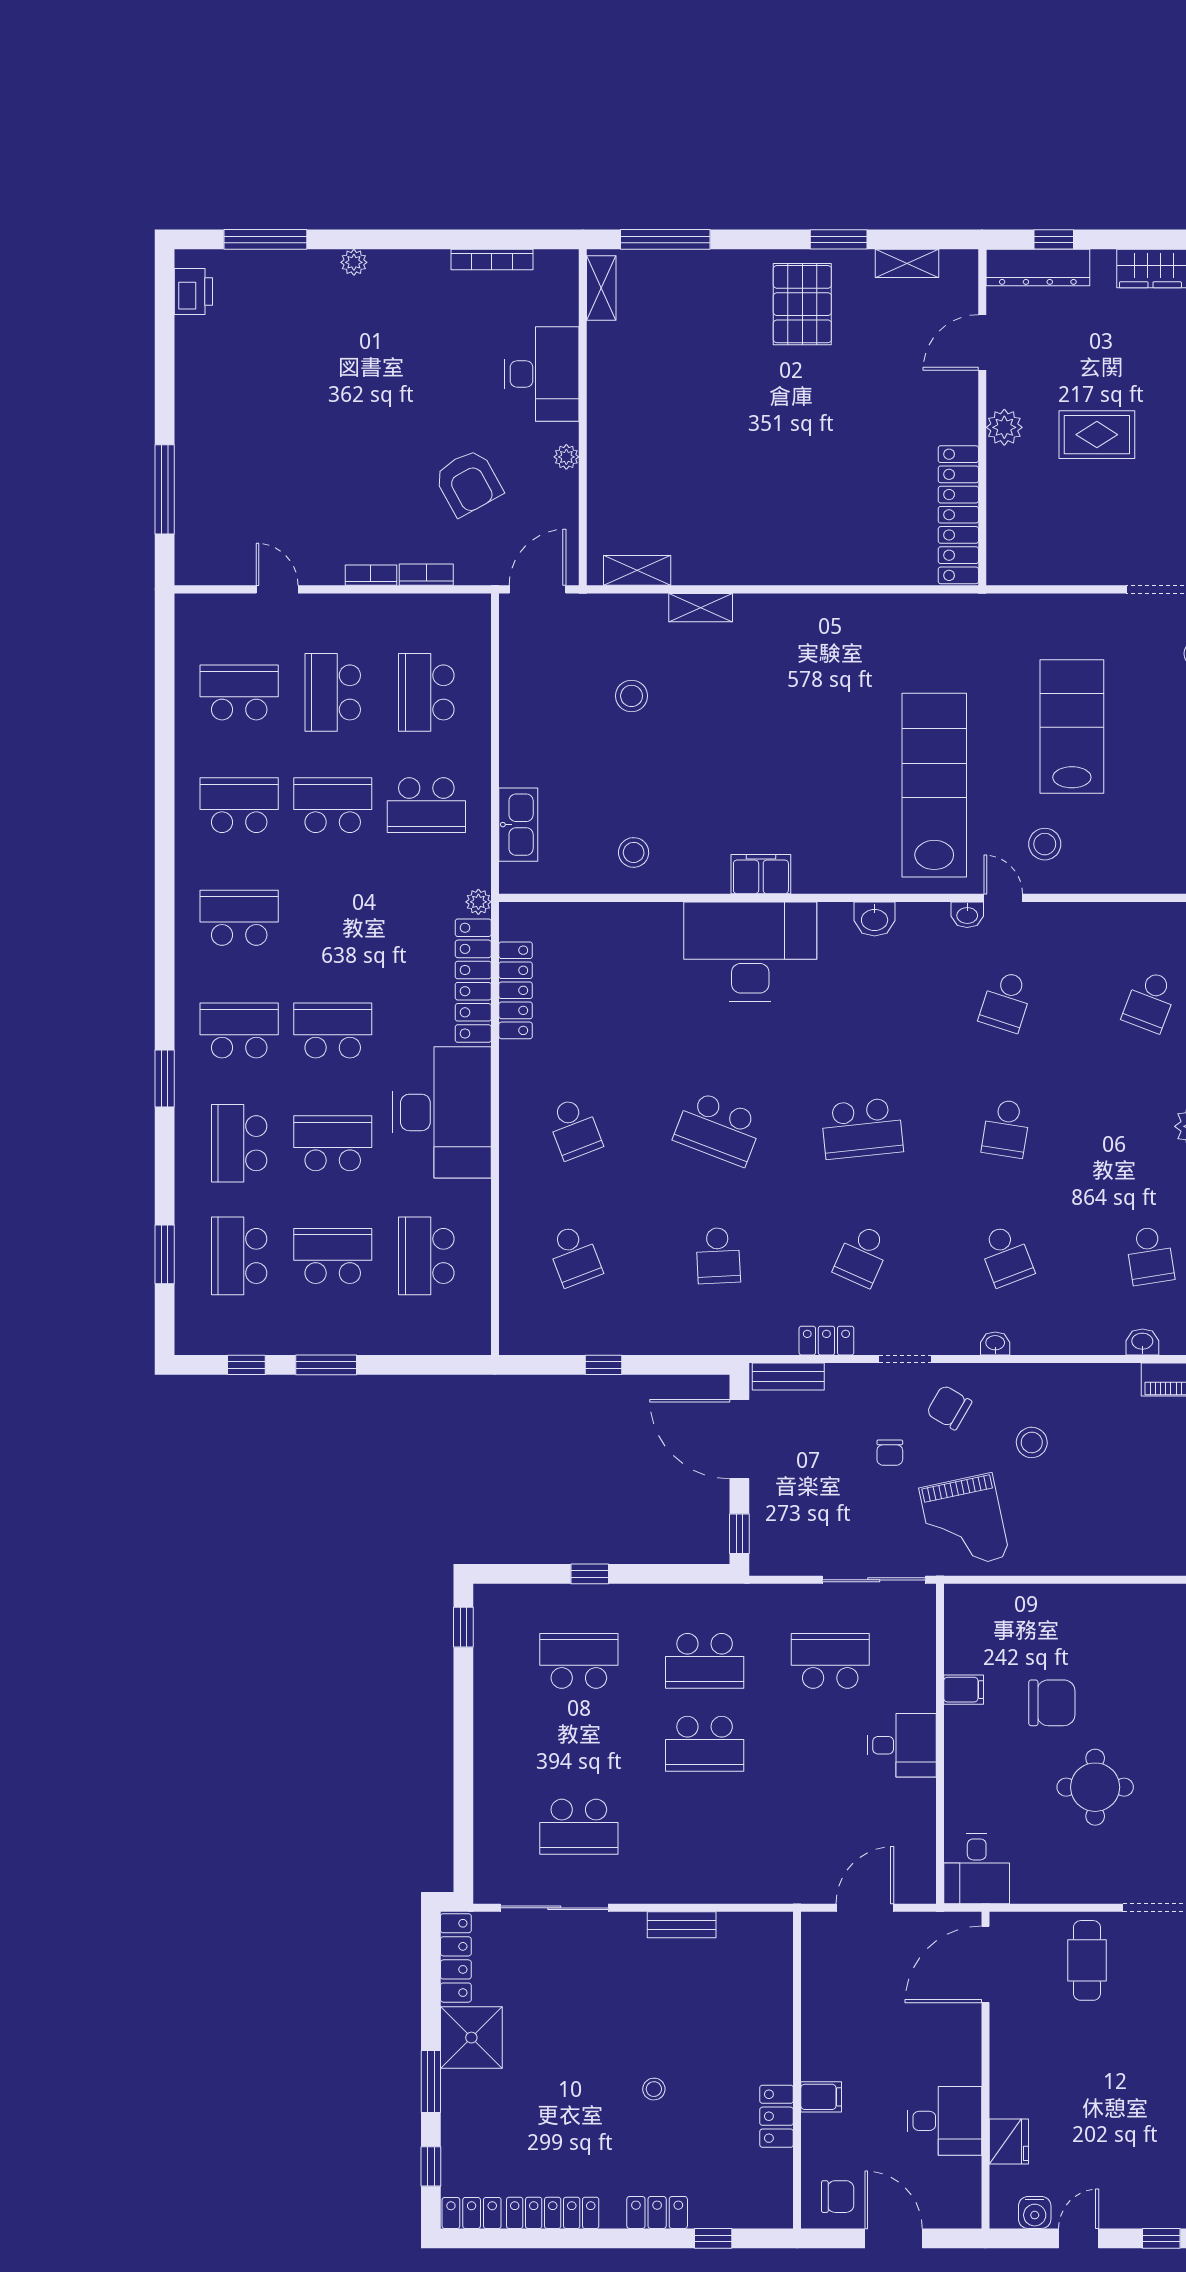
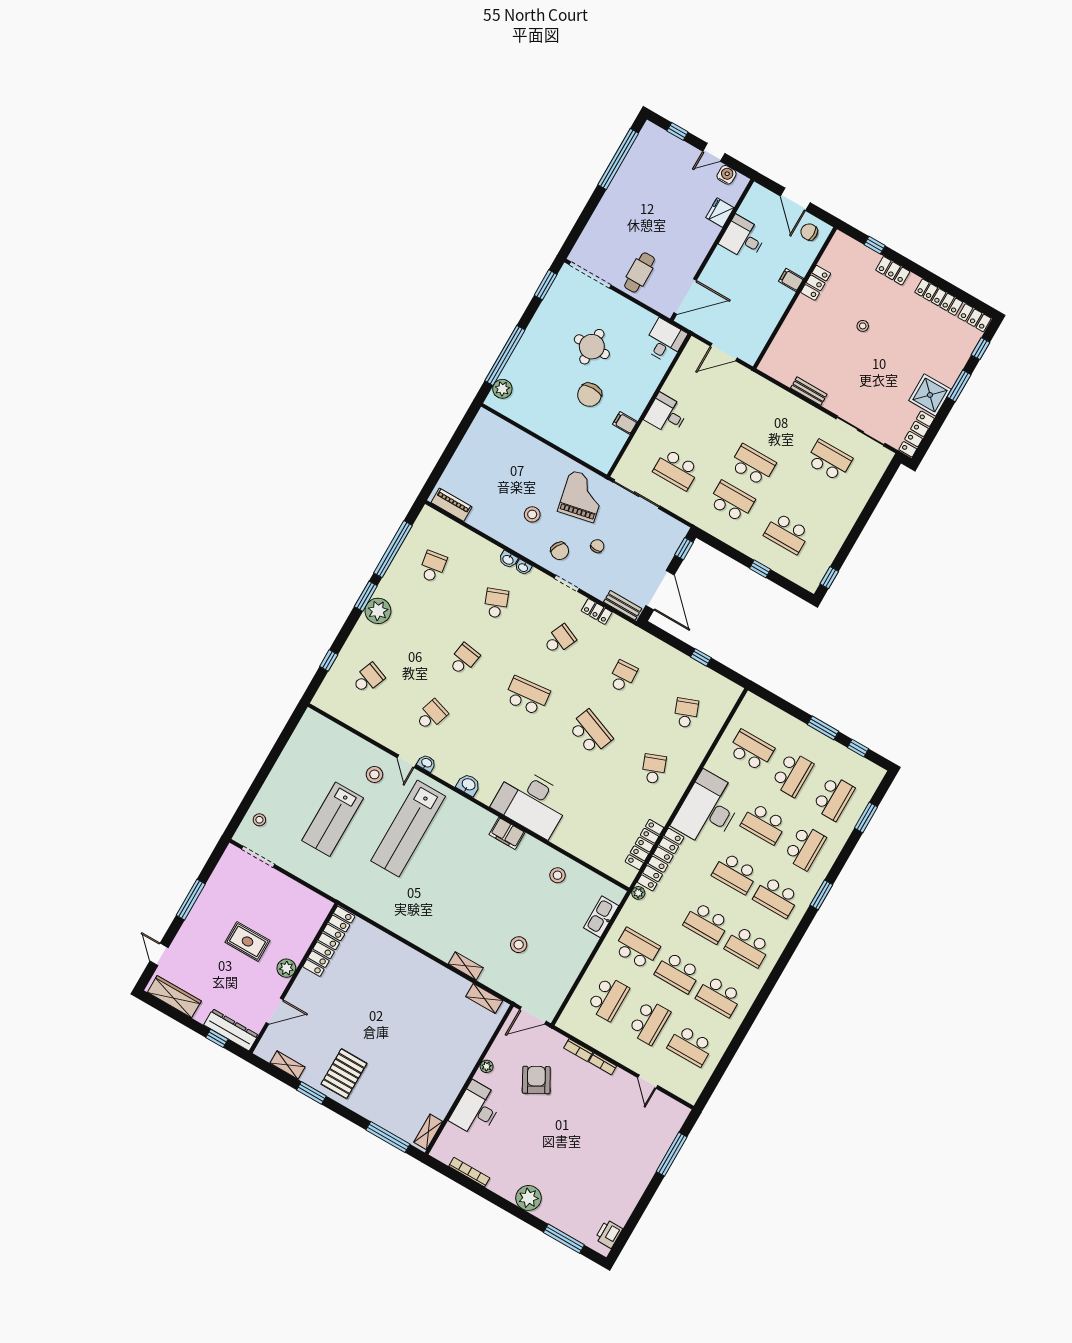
plant: (354, 262) -> (528, 1198), width x1.87, depth x1.87
school desk: (333, 918) -> (706, 923), added
school desk: (333, 1256) -> (792, 774), turned -90
school desk: (426, 1256) -> (751, 750), turned -90
washbasin: (1142, 1342) -> (508, 560), moved
chair: (1052, 1703) -> (590, 395), turned -90

